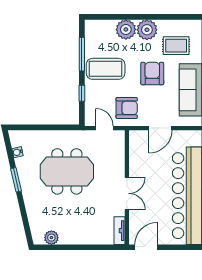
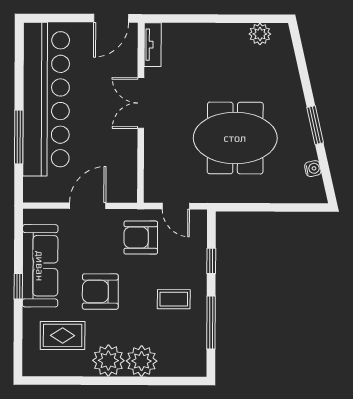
coffee table: (106, 69) -> (174, 299), width x0.54, depth x0.58
armchair: (152, 74) -> (100, 292), turned 90

